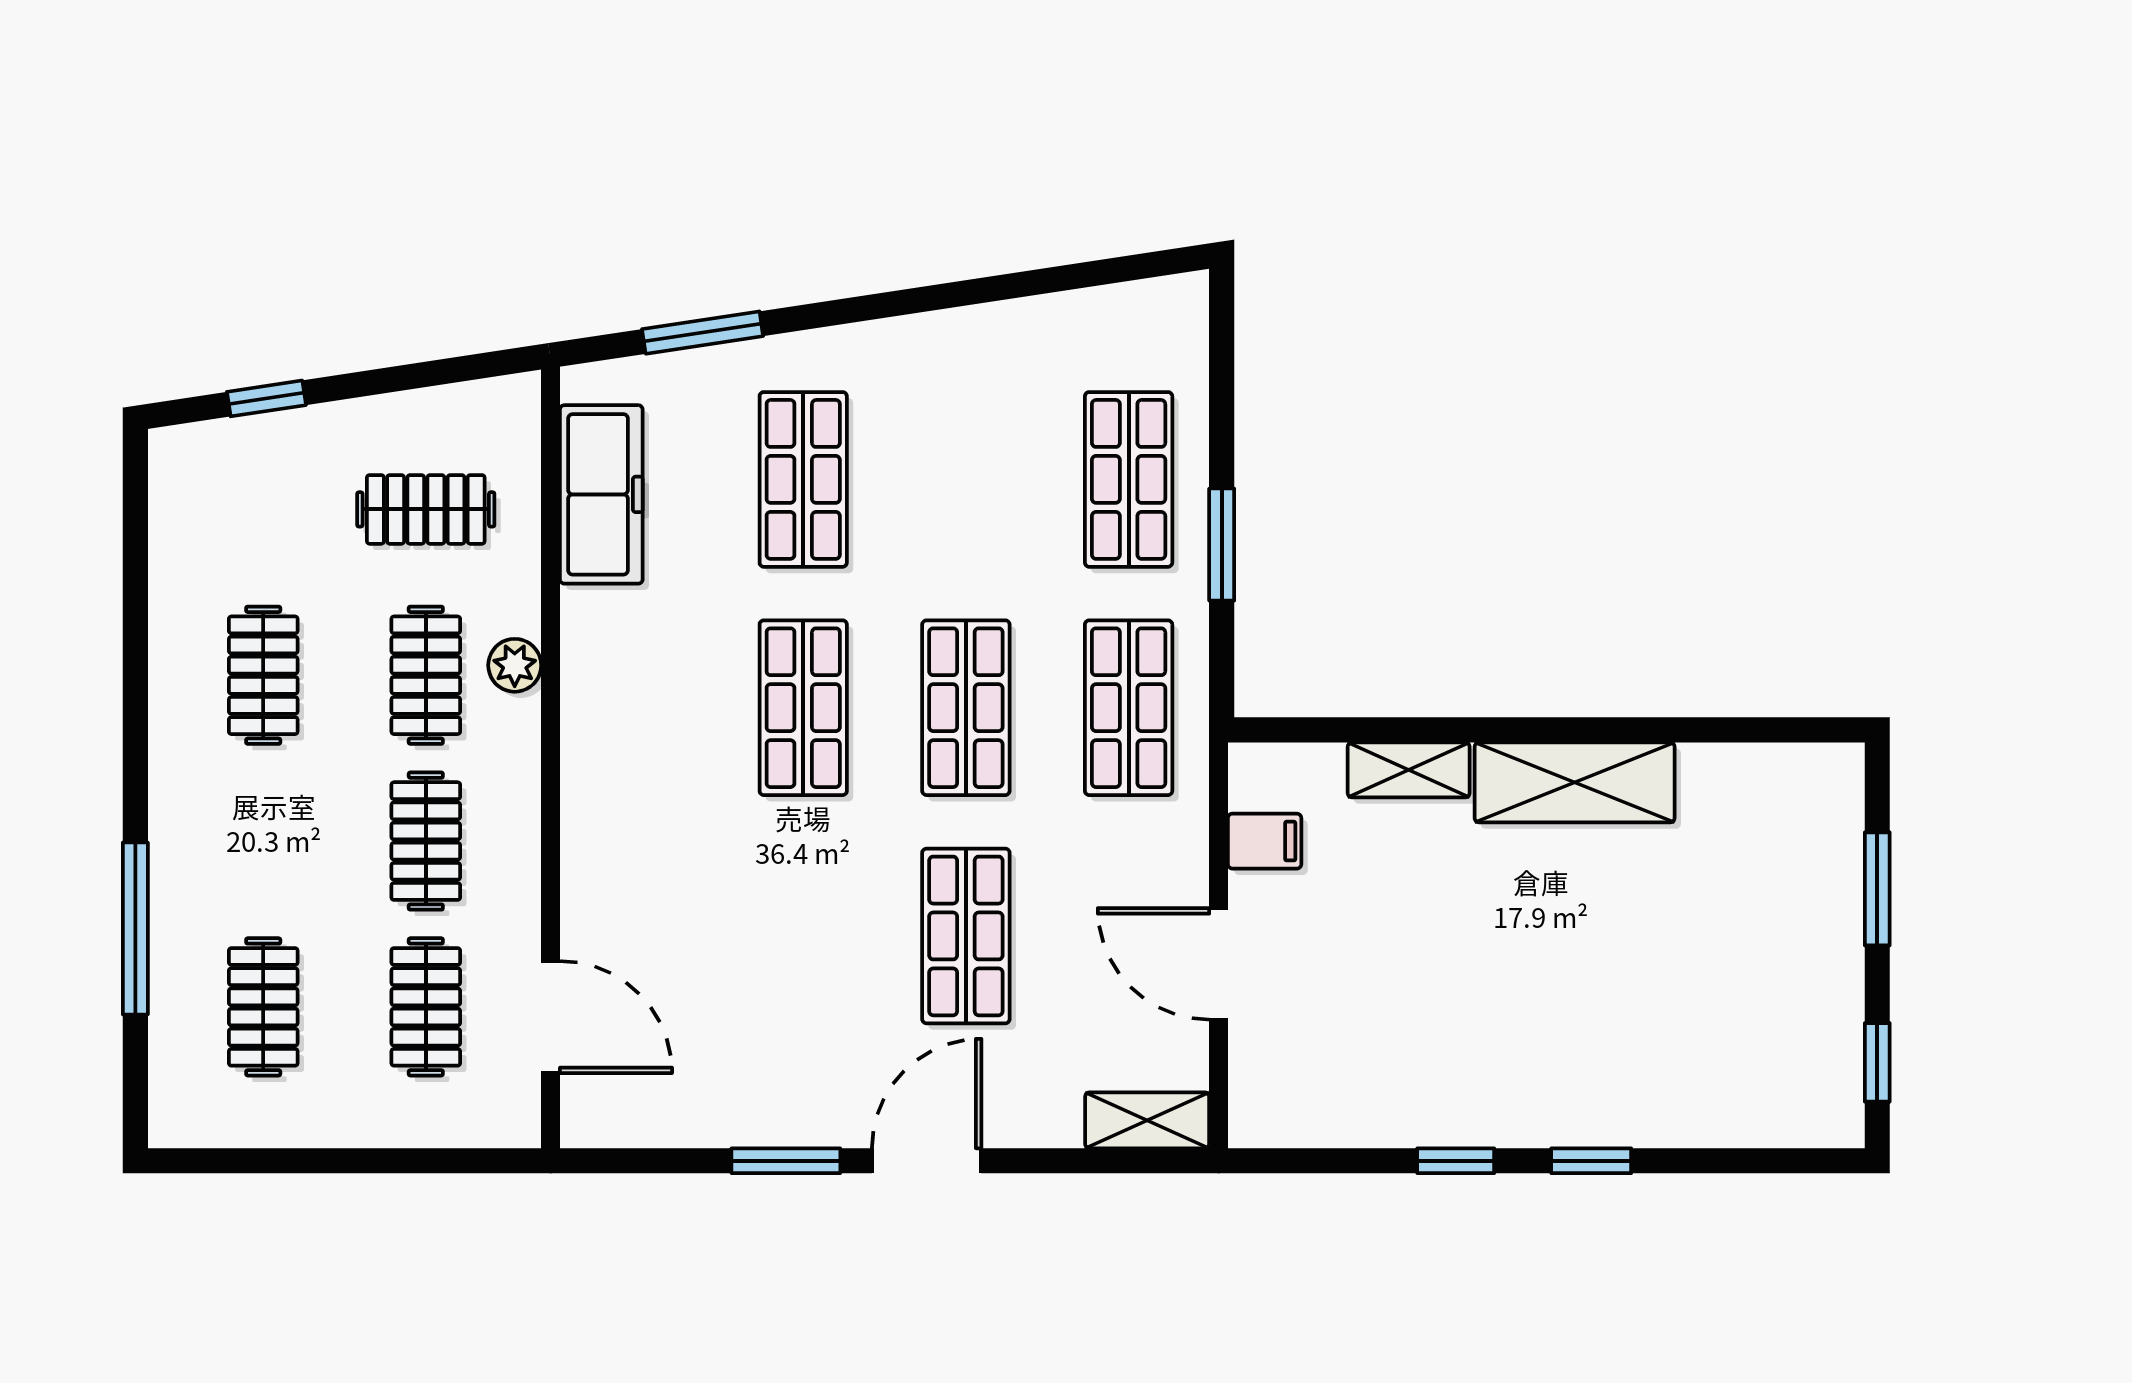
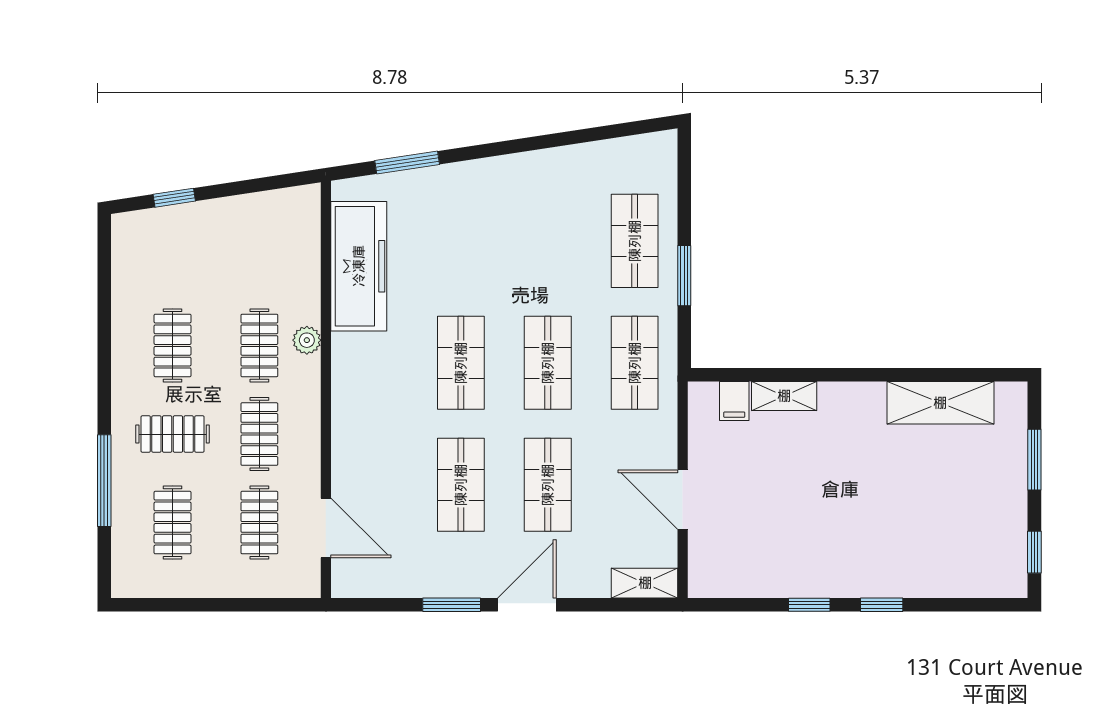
shop shelf: (803, 479) -> (461, 485), moved
freezer: (601, 494) -> (359, 266), width x1.36, depth x1.26
clothes rail: (426, 509) -> (173, 434), moved
shelving: (1575, 782) -> (940, 403), moved
filing cabinet: (1265, 841) -> (734, 401), moved, turned 90

